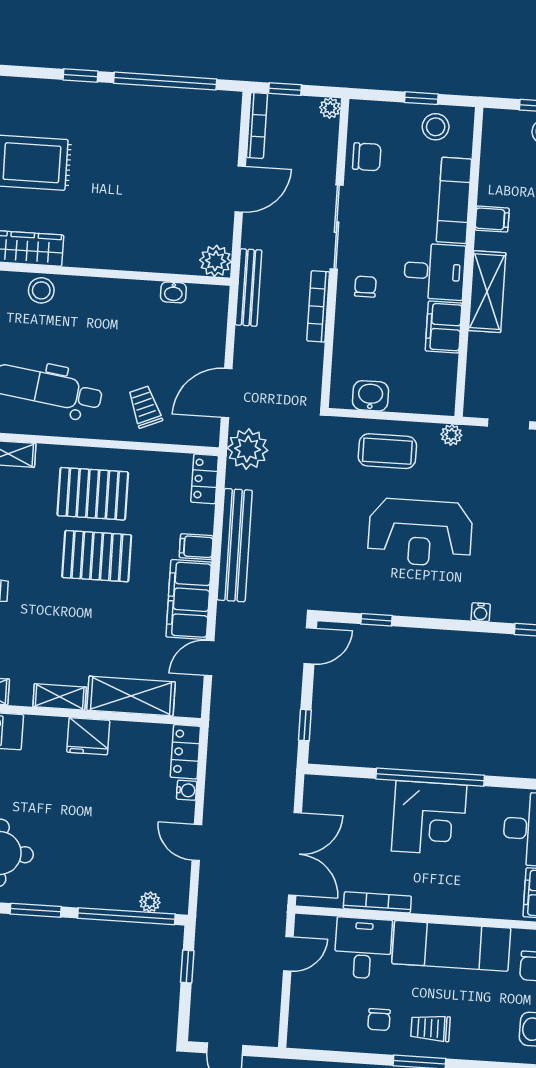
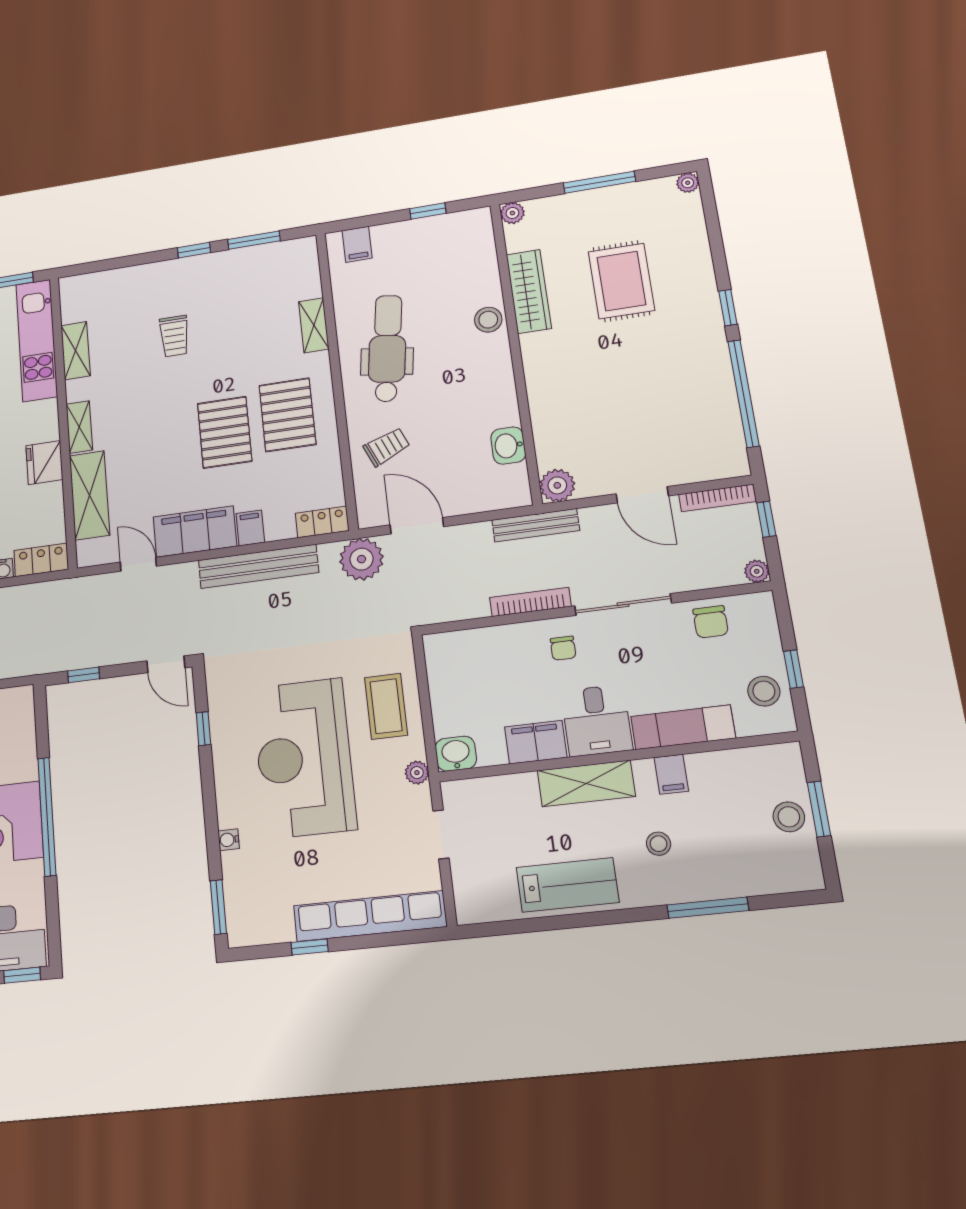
chair: (365, 287) -> (563, 648), turned 90
washbasin: (173, 292) -> (508, 446), width x1.38, depth x1.45
washbasin: (370, 396) -> (456, 754), moved, turned -90
reception desk: (420, 533) -> (304, 758), width x1.36, depth x1.30

